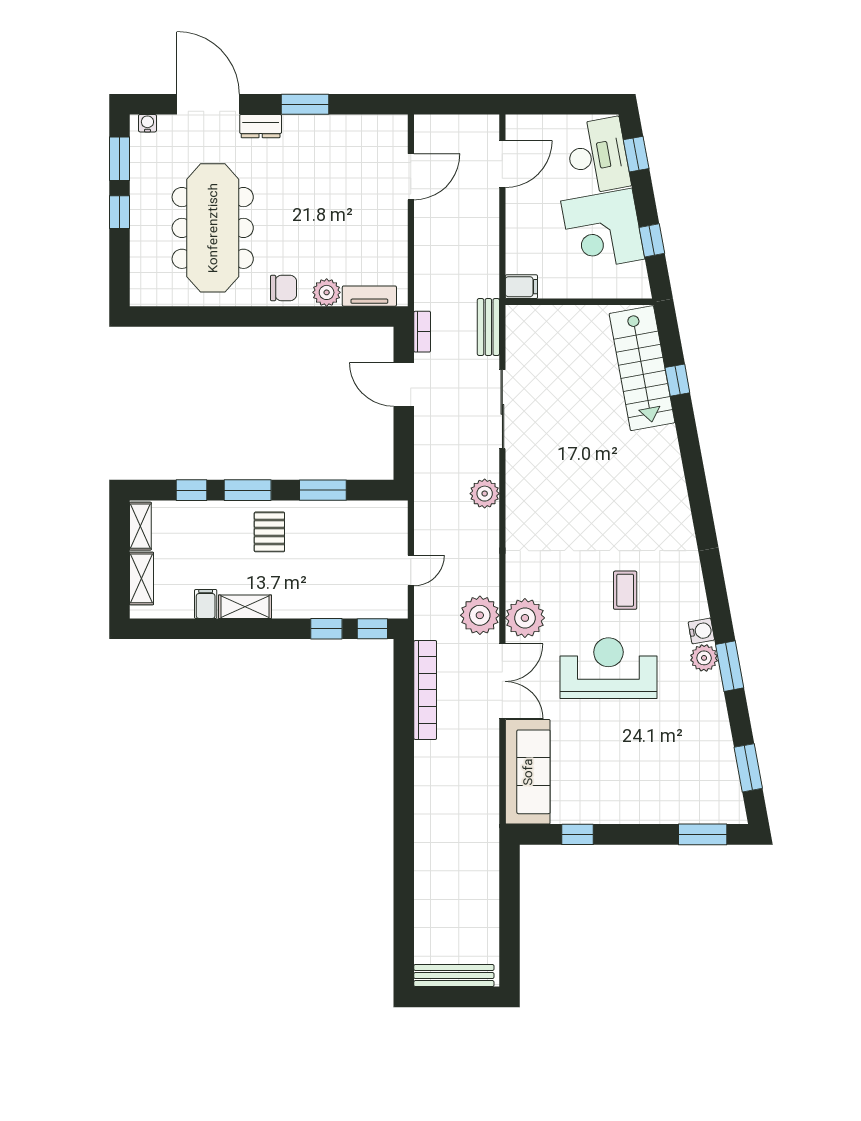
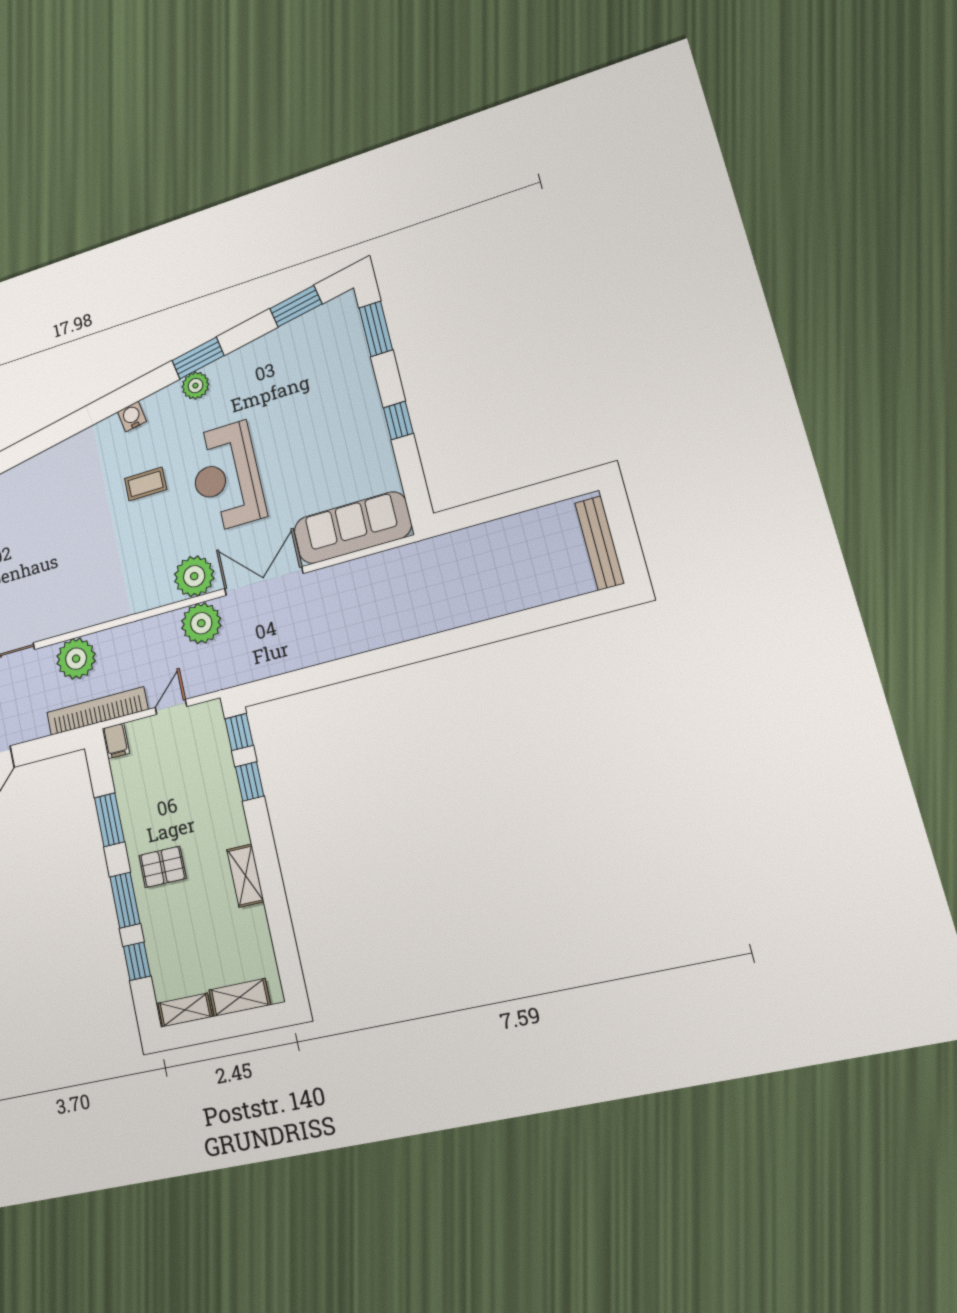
plant: (485, 494) -> (76, 659), width x1.36, depth x1.36
door: (411, 570) -> (171, 707), hinge flipped
filing cabinet: (206, 604) -> (116, 741), moved, turned -90
water cooler: (701, 631) -> (132, 416), moved
bookcase: (425, 690) -> (97, 711), moved
window: (577, 834) -> (398, 421), moved

